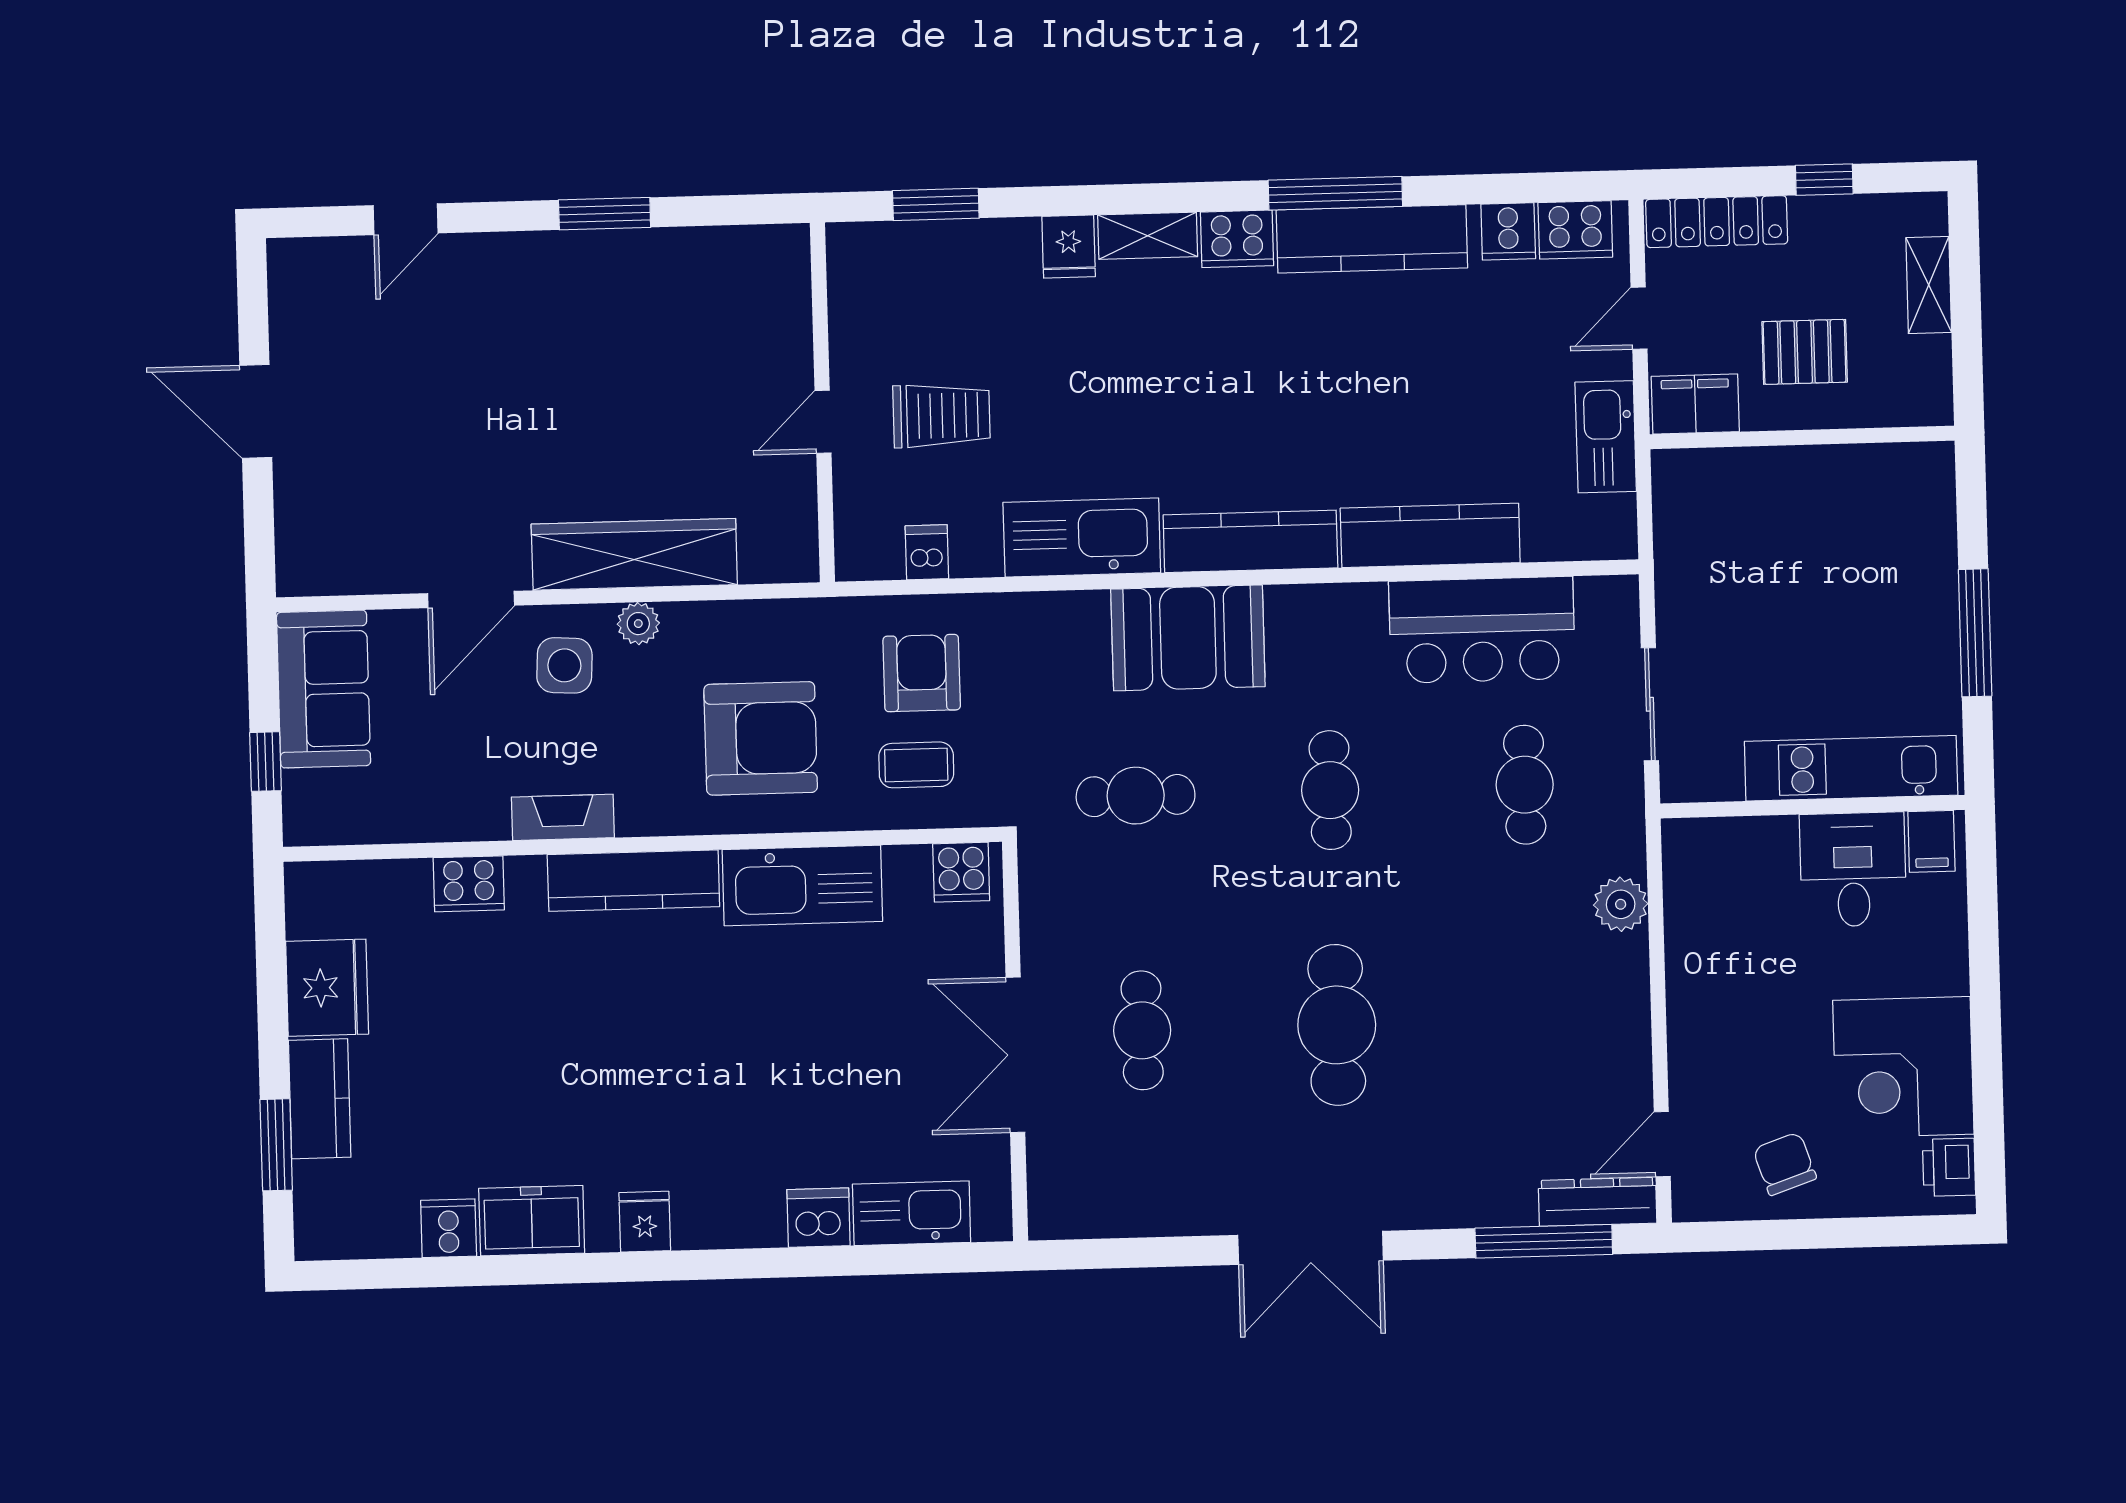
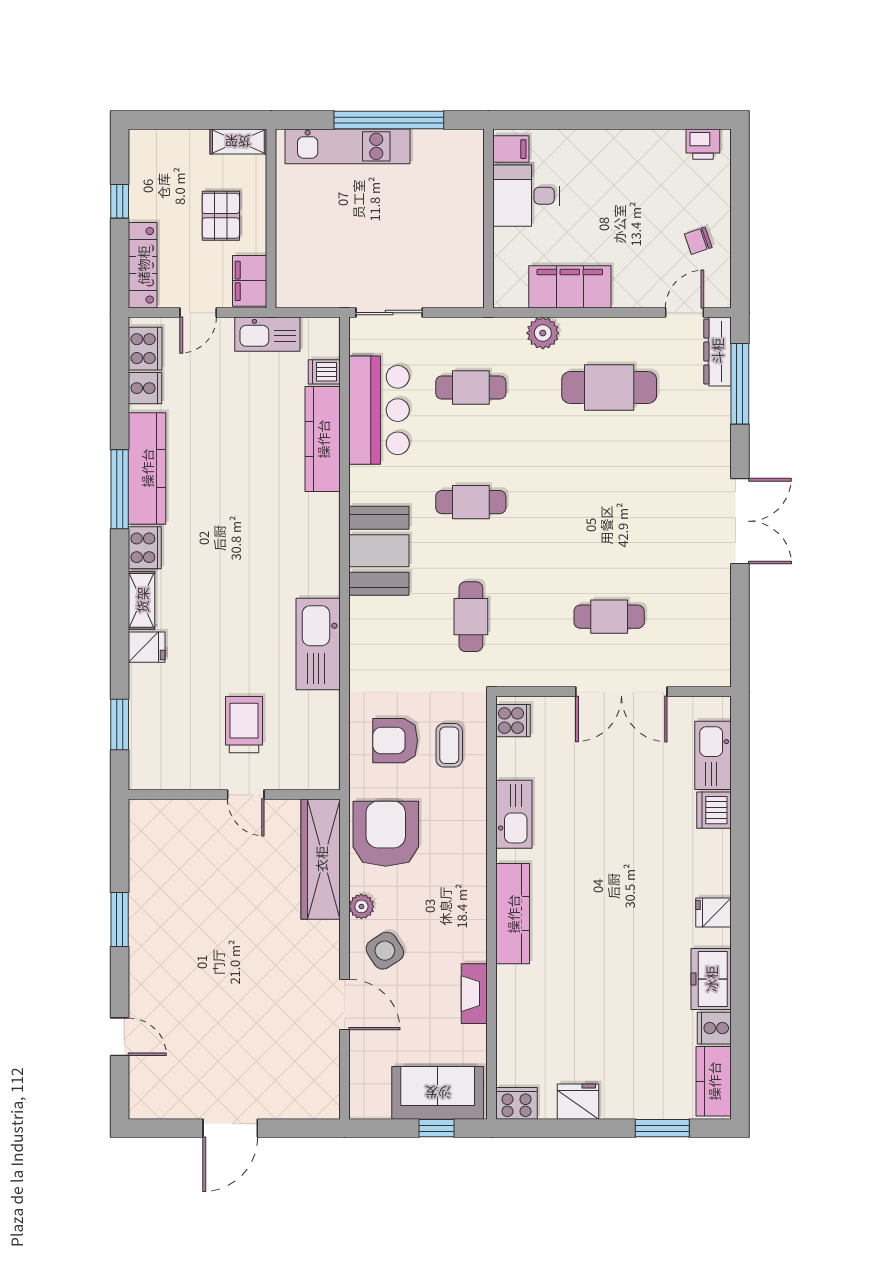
shelving: (1929, 285) -> (238, 142), moved
door: (1639, 318) -> (198, 313), hinge flipped
kitchen counter: (1250, 541) -> (323, 545), removed
dishwasher: (927, 552) -> (324, 372), moved
wardrobe: (634, 554) -> (321, 859), moved
window: (1975, 633) -> (389, 120), width x1.46
booth: (1188, 638) -> (379, 551), moved
side table: (564, 665) -> (385, 951), turned -36
sofa: (324, 689) -> (438, 1093), moved
sliding door: (1650, 704) -> (389, 313), moved
armchair: (761, 738) -> (386, 834), moved
kitchen unit: (1851, 768) -> (348, 146), moved, turned -90
fireplace: (563, 817) -> (474, 994), moved
cooker: (469, 884) -> (516, 1103), moved, turned -90
kitchen sink: (802, 885) -> (514, 814), width x0.73, depth x0.81
filing cabinet: (1700, 948) -> (570, 287), added
fridge: (327, 988) -> (578, 1102), width x0.73, depth x0.75
cafe table: (1337, 1025) -> (609, 387), moved
corner desk: (1903, 1067) -> (643, 169), removed
kitchen counter: (320, 1099) -> (714, 1081), moved, turned -90
door: (1662, 1144) -> (685, 313), swing flipped
chair: (1785, 1164) -> (698, 241), width x0.73, depth x0.73

